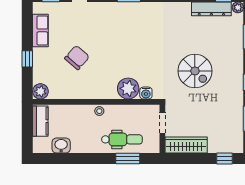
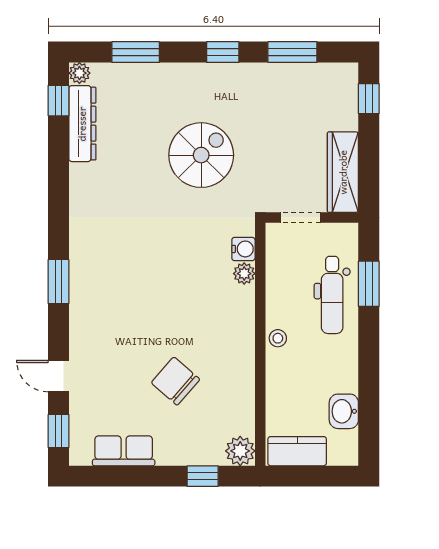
window: (27, 59) -> (203, 476), moved
plant: (128, 88) -> (244, 274), width x0.53, depth x0.53
dental chair: (122, 139) -> (332, 295), turned 180

